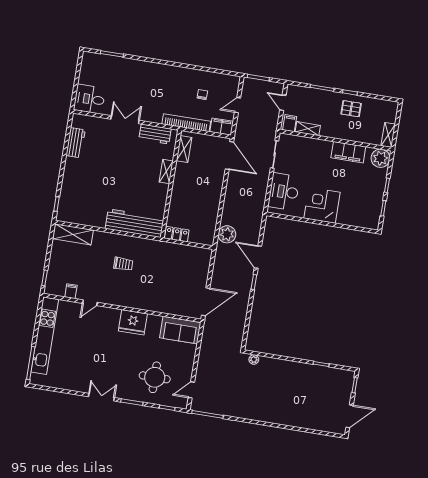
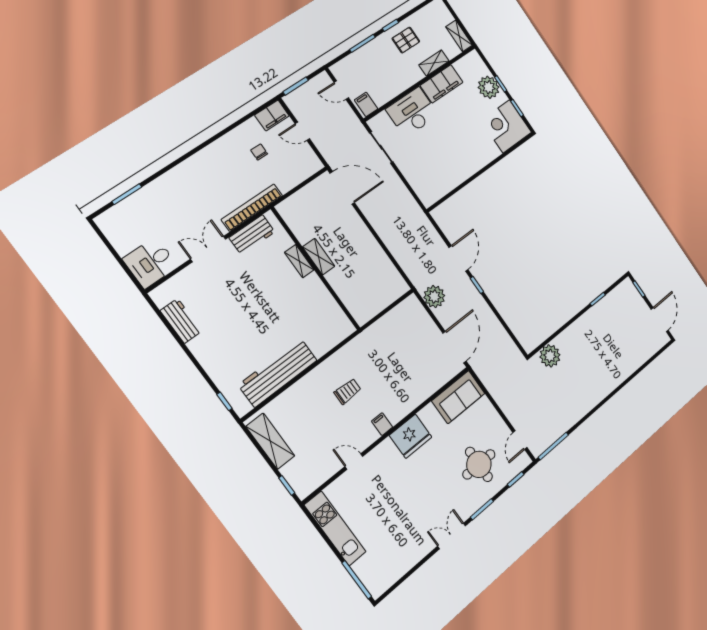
door: (238, 105) -> (302, 131), hinge flipped
bookcase: (186, 123) -> (252, 208), moved
filing cabinet: (222, 127) -> (272, 115), moved, turned 180
shelving: (308, 129) -> (434, 63), moved
shelving: (184, 149) -> (319, 257), moved
plant: (380, 158) -> (489, 87), moved
desk: (284, 192) -> (412, 112), moved, turned 90
corner desk: (322, 205) -> (506, 126), moved
workbench: (135, 223) -> (278, 372), moved
shelving: (73, 234) -> (270, 441), moved, turned 90
locker: (177, 234) -> (368, 311), removed
plant: (227, 234) -> (434, 297), moved
door: (258, 257) -> (458, 258), swing flipped
filing cabinet: (71, 291) -> (382, 424), moved
door: (90, 303) -> (354, 461), swing flipped
kitchen unit: (45, 336) -> (335, 528), width x0.73
plant: (254, 359) -> (550, 356), width x1.88, depth x1.88

